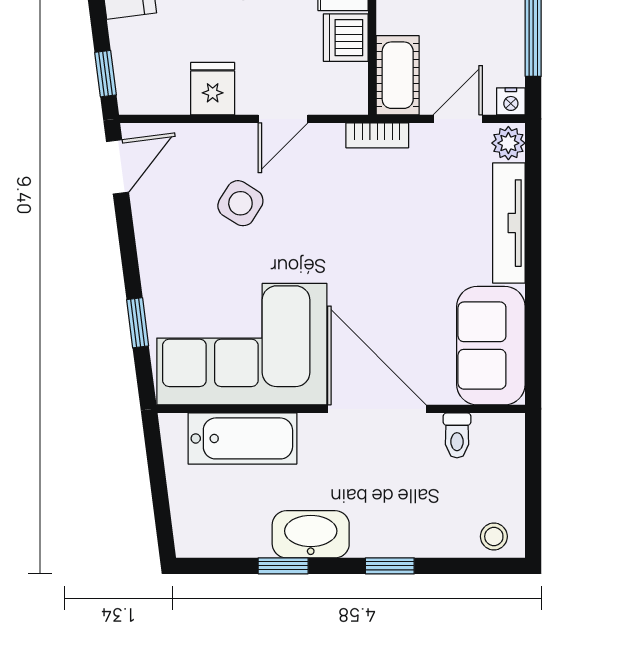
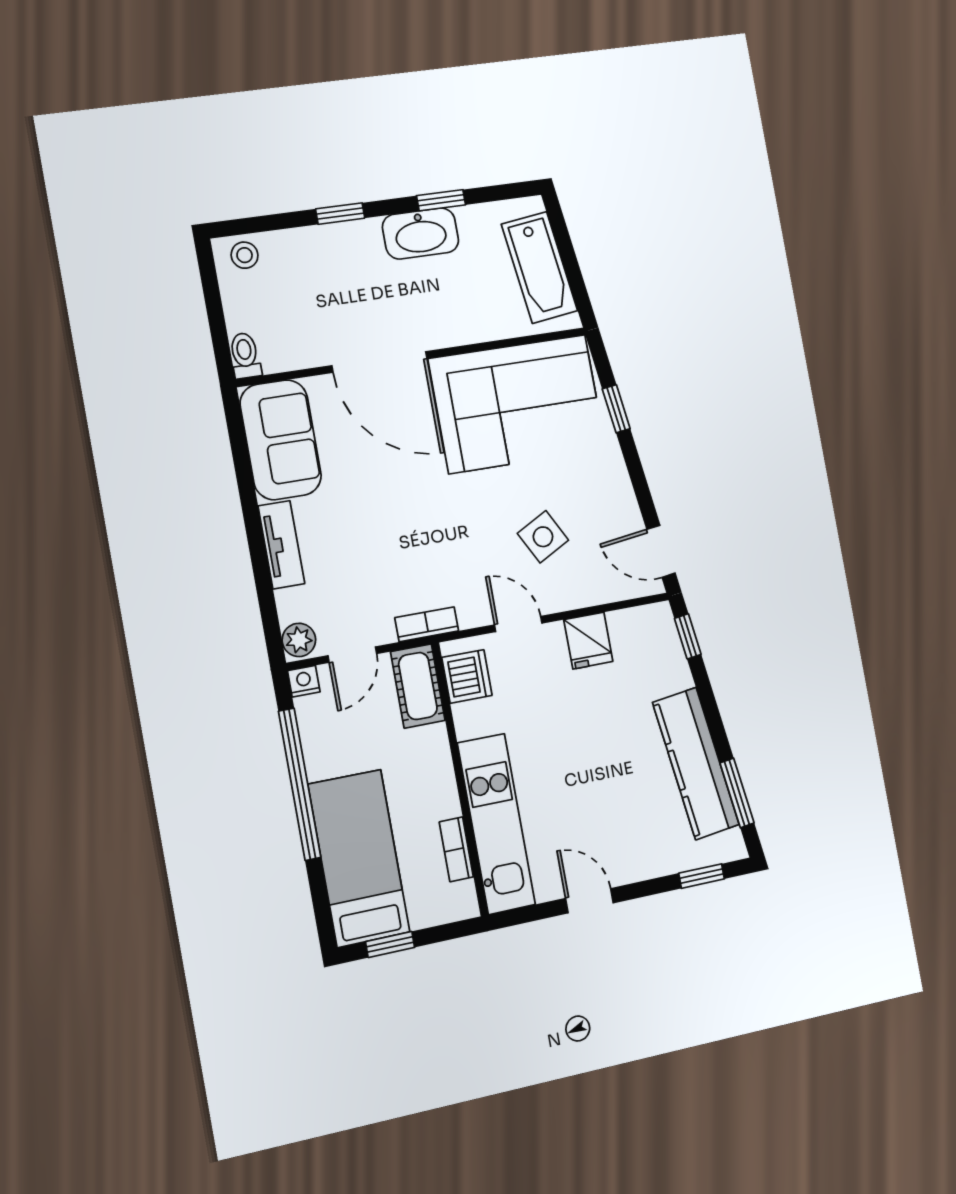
dishwasher: (346, 38) -> (467, 676), moved
door: (283, 119) -> (518, 624), hinge flipped
door: (118, 167) -> (661, 551), hinge flipped
side table: (240, 203) -> (543, 537), turned 30
tv unit: (509, 223) -> (281, 545), width x0.71
toilet: (457, 435) -> (245, 356), moved
bathtub: (242, 438) -> (539, 267), moved, turned -97

